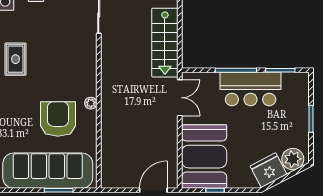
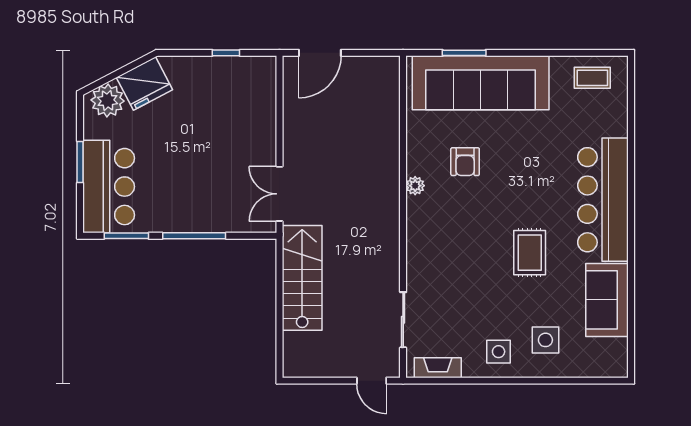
bar counter: (251, 89) -> (109, 187), moved, turned 90
armchair: (58, 119) -> (465, 162), width x0.53, depth x0.53
booth: (204, 157) -> (243, 104), removed

